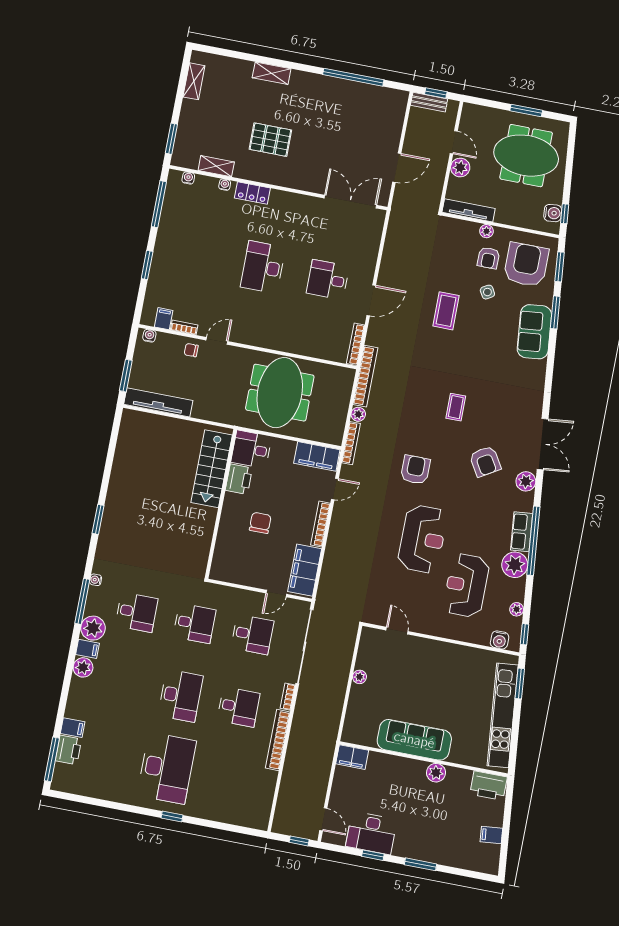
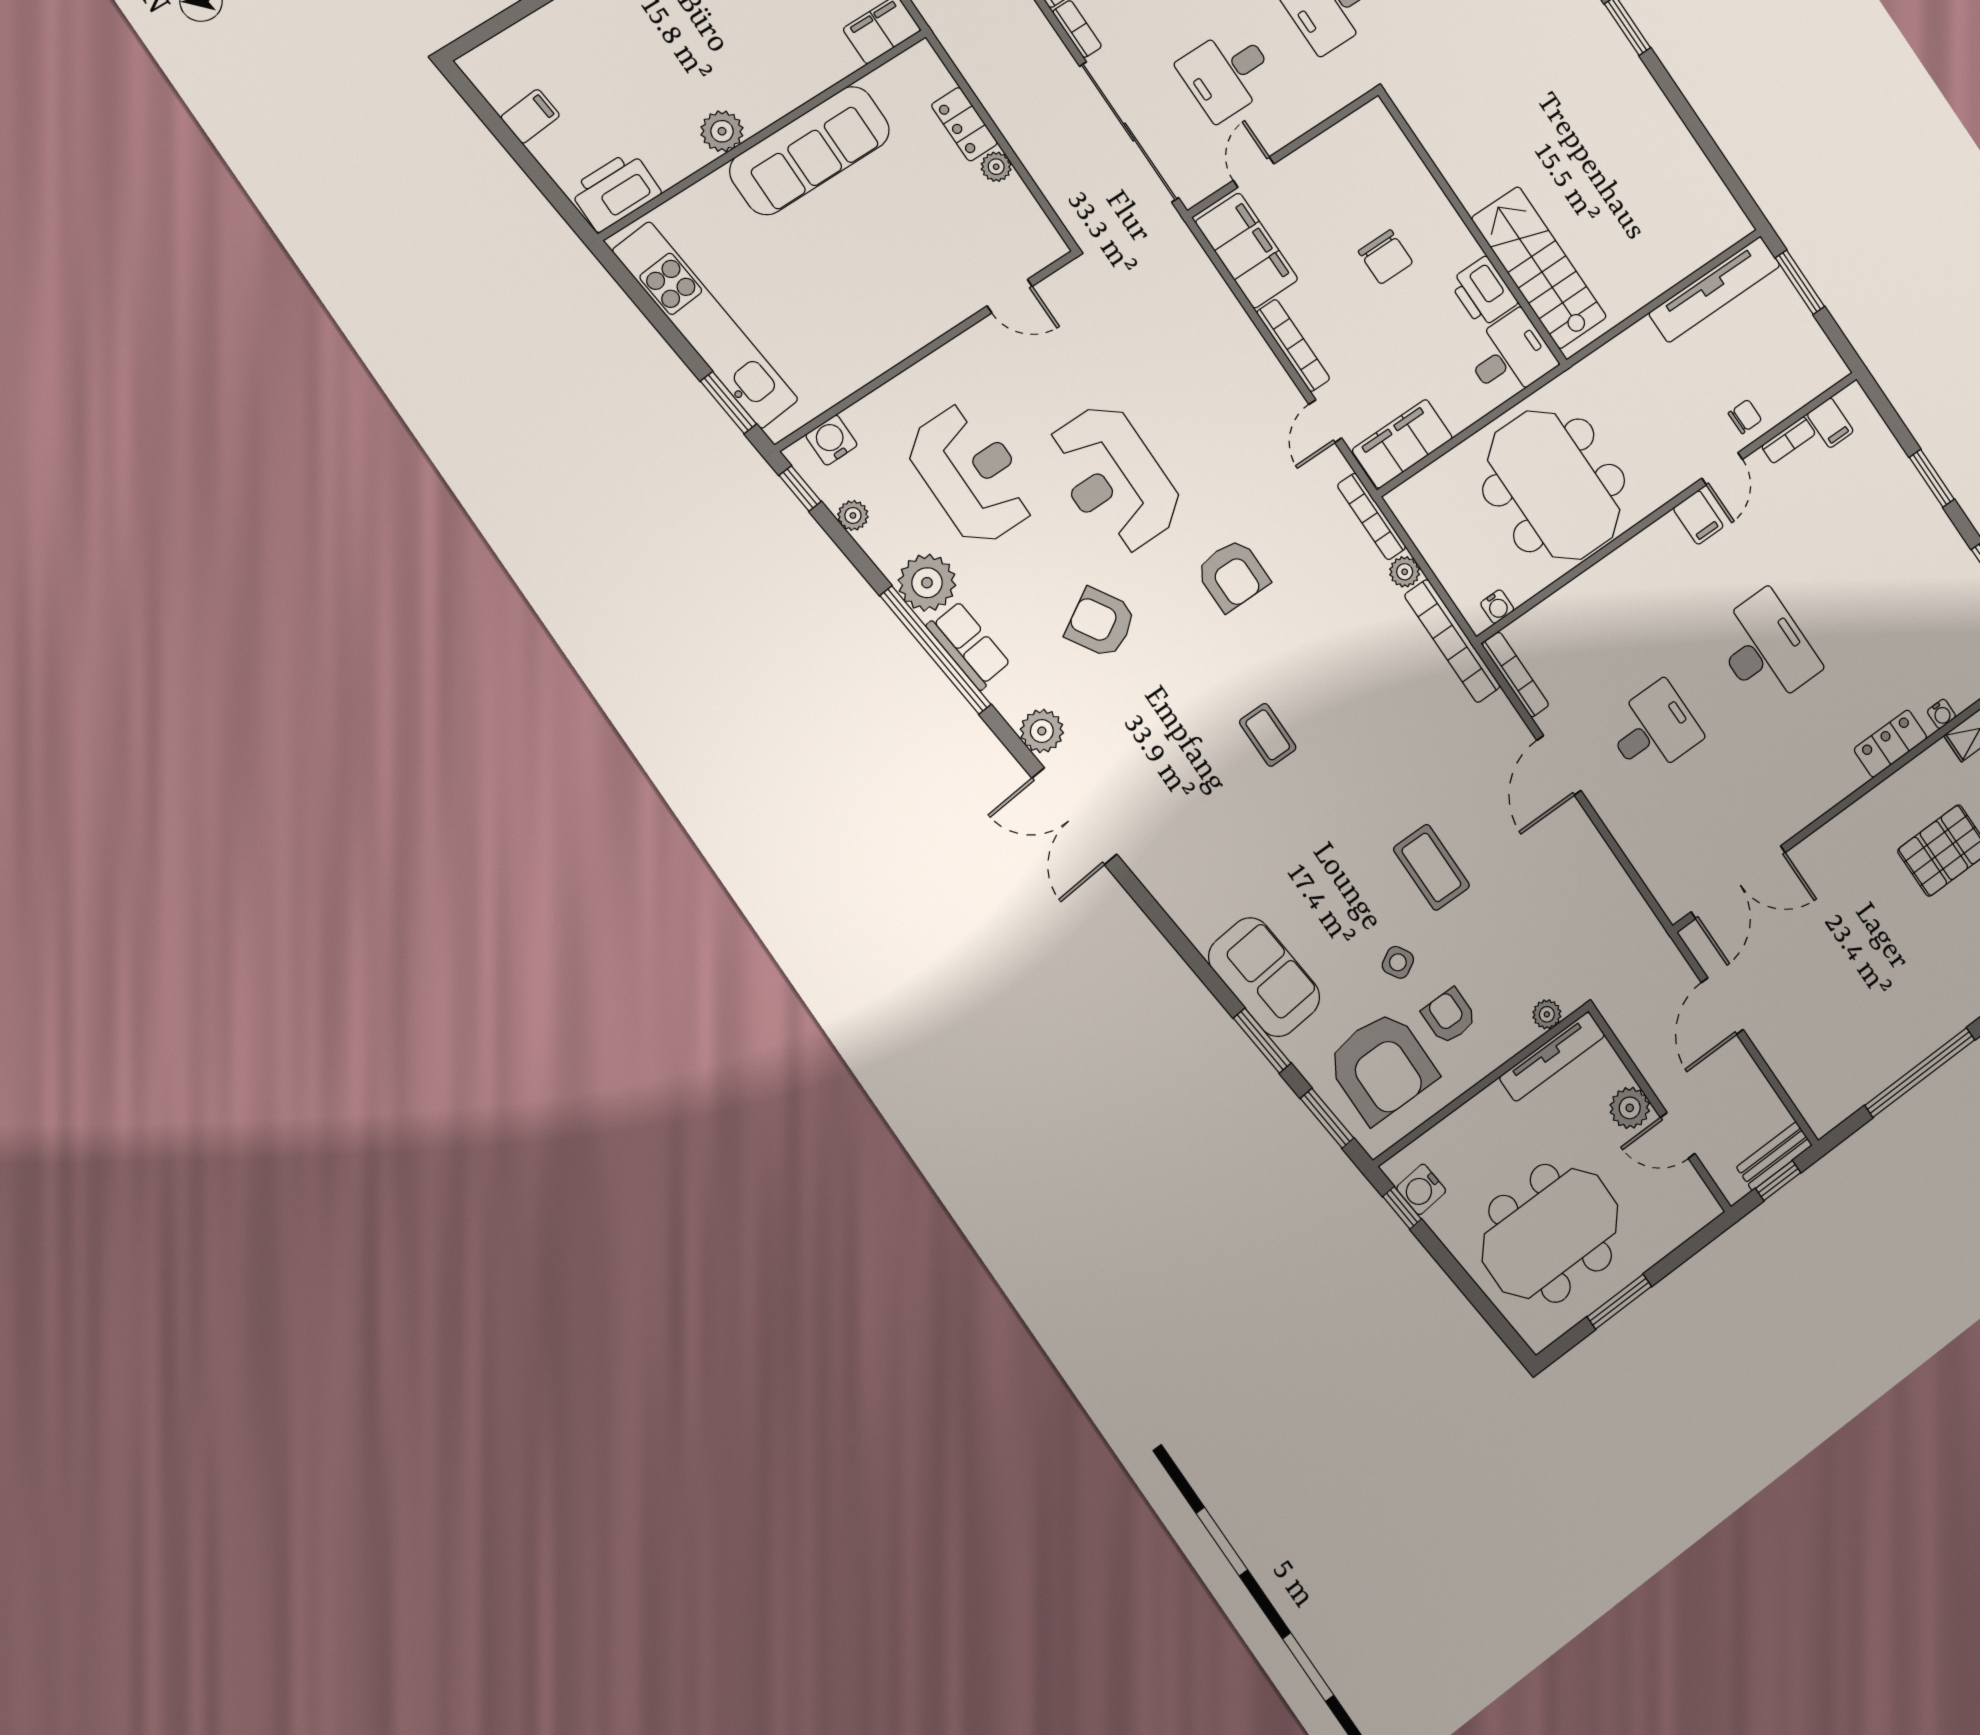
plant: (486, 231) -> (1547, 1014), moved
filing cabinet: (242, 333) -> (1698, 517), added
water cooler: (149, 336) -> (1497, 607), moved
armchair: (485, 461) -> (1101, 623), moved
locker: (356, 701) -> (964, 124), added

